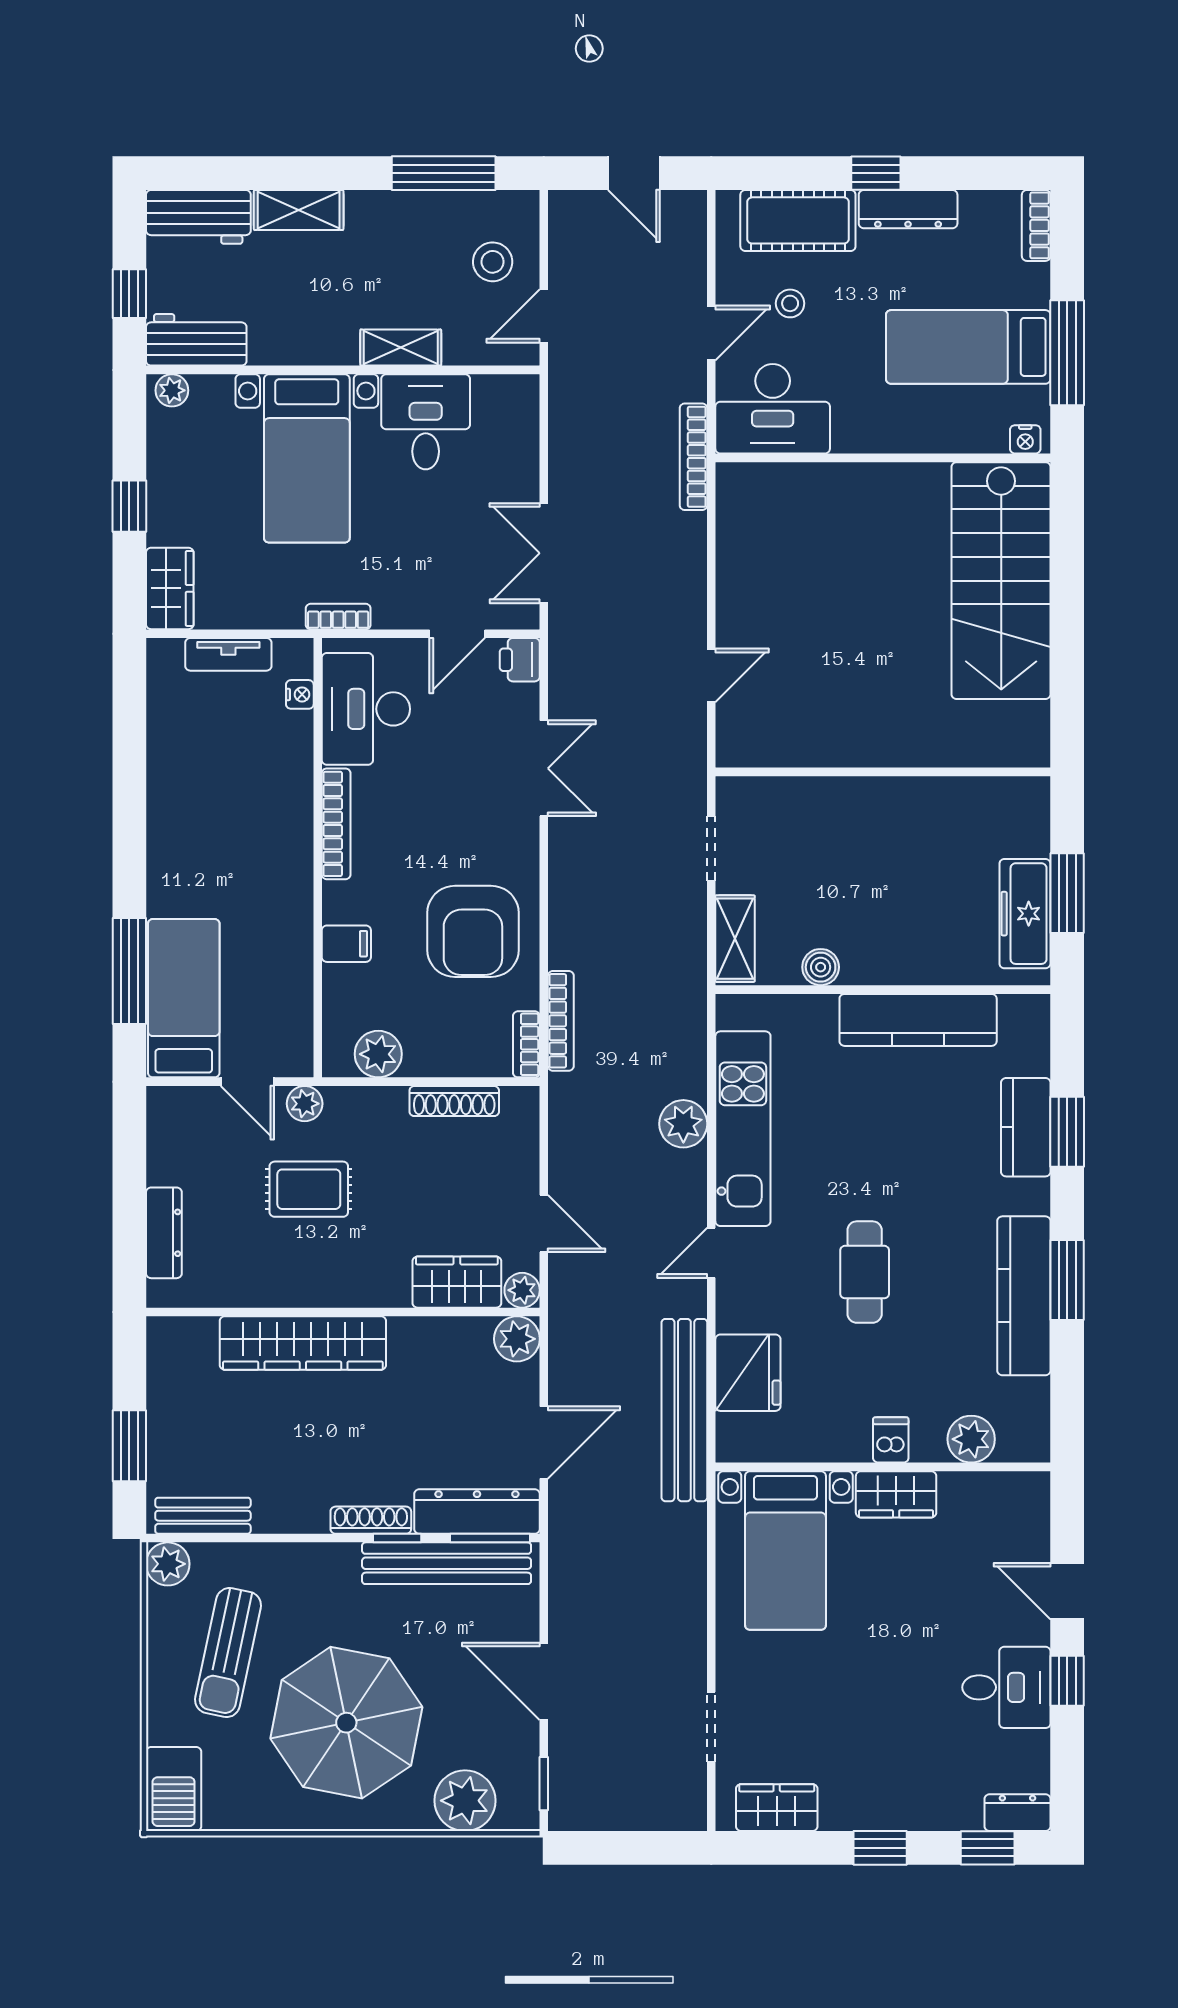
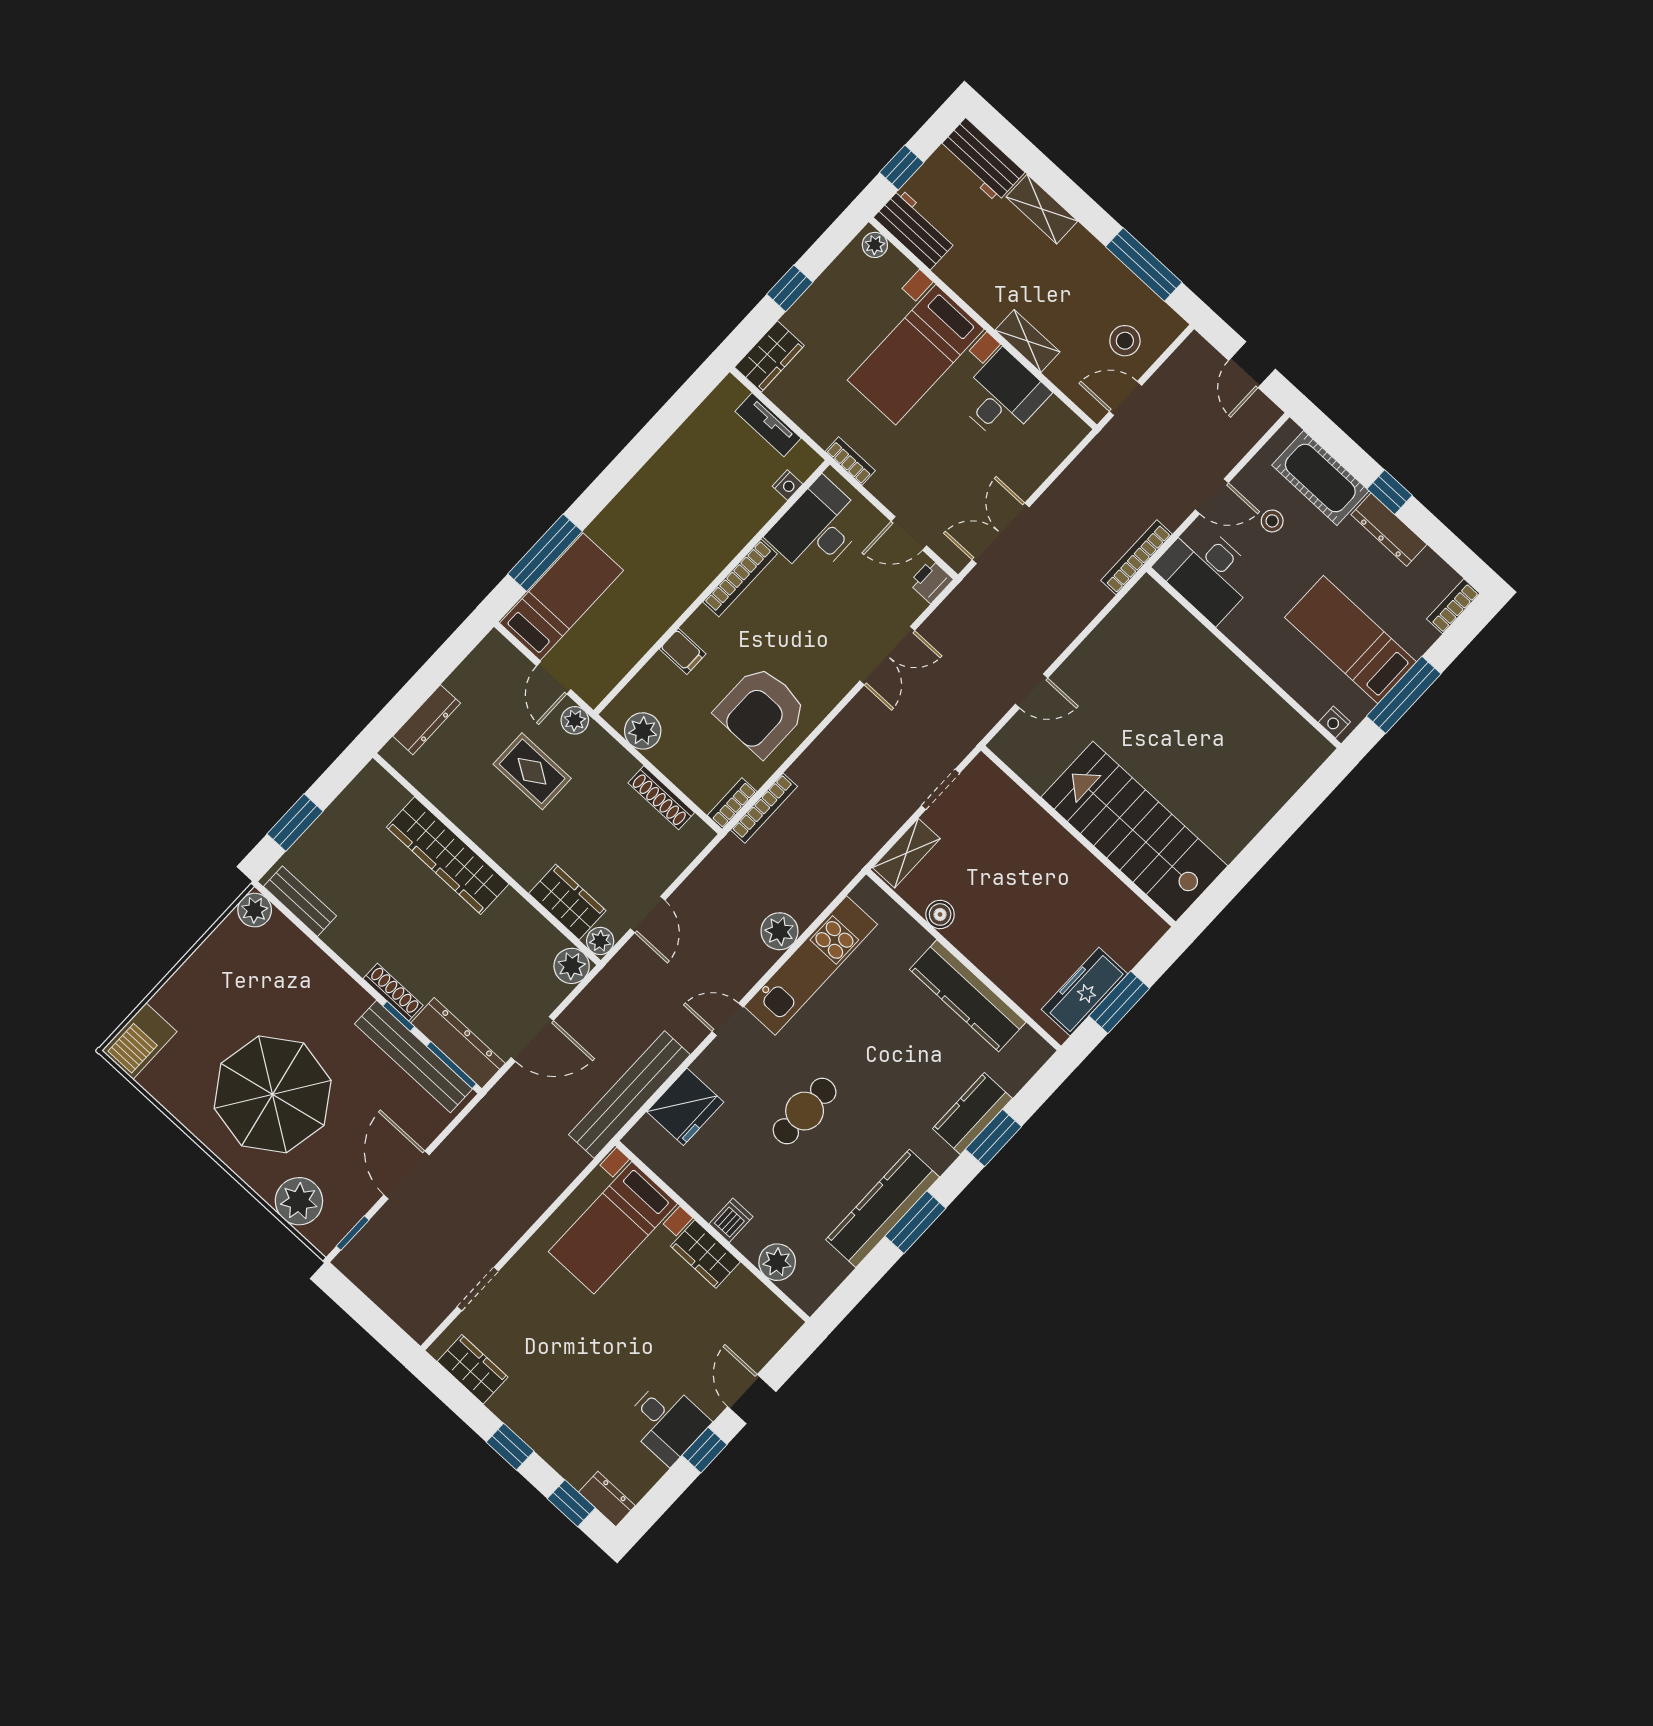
stairs: (1001, 581) -> (1134, 832), moved, turned 90
sun lounger: (228, 1653) -> (242, 992), removed

